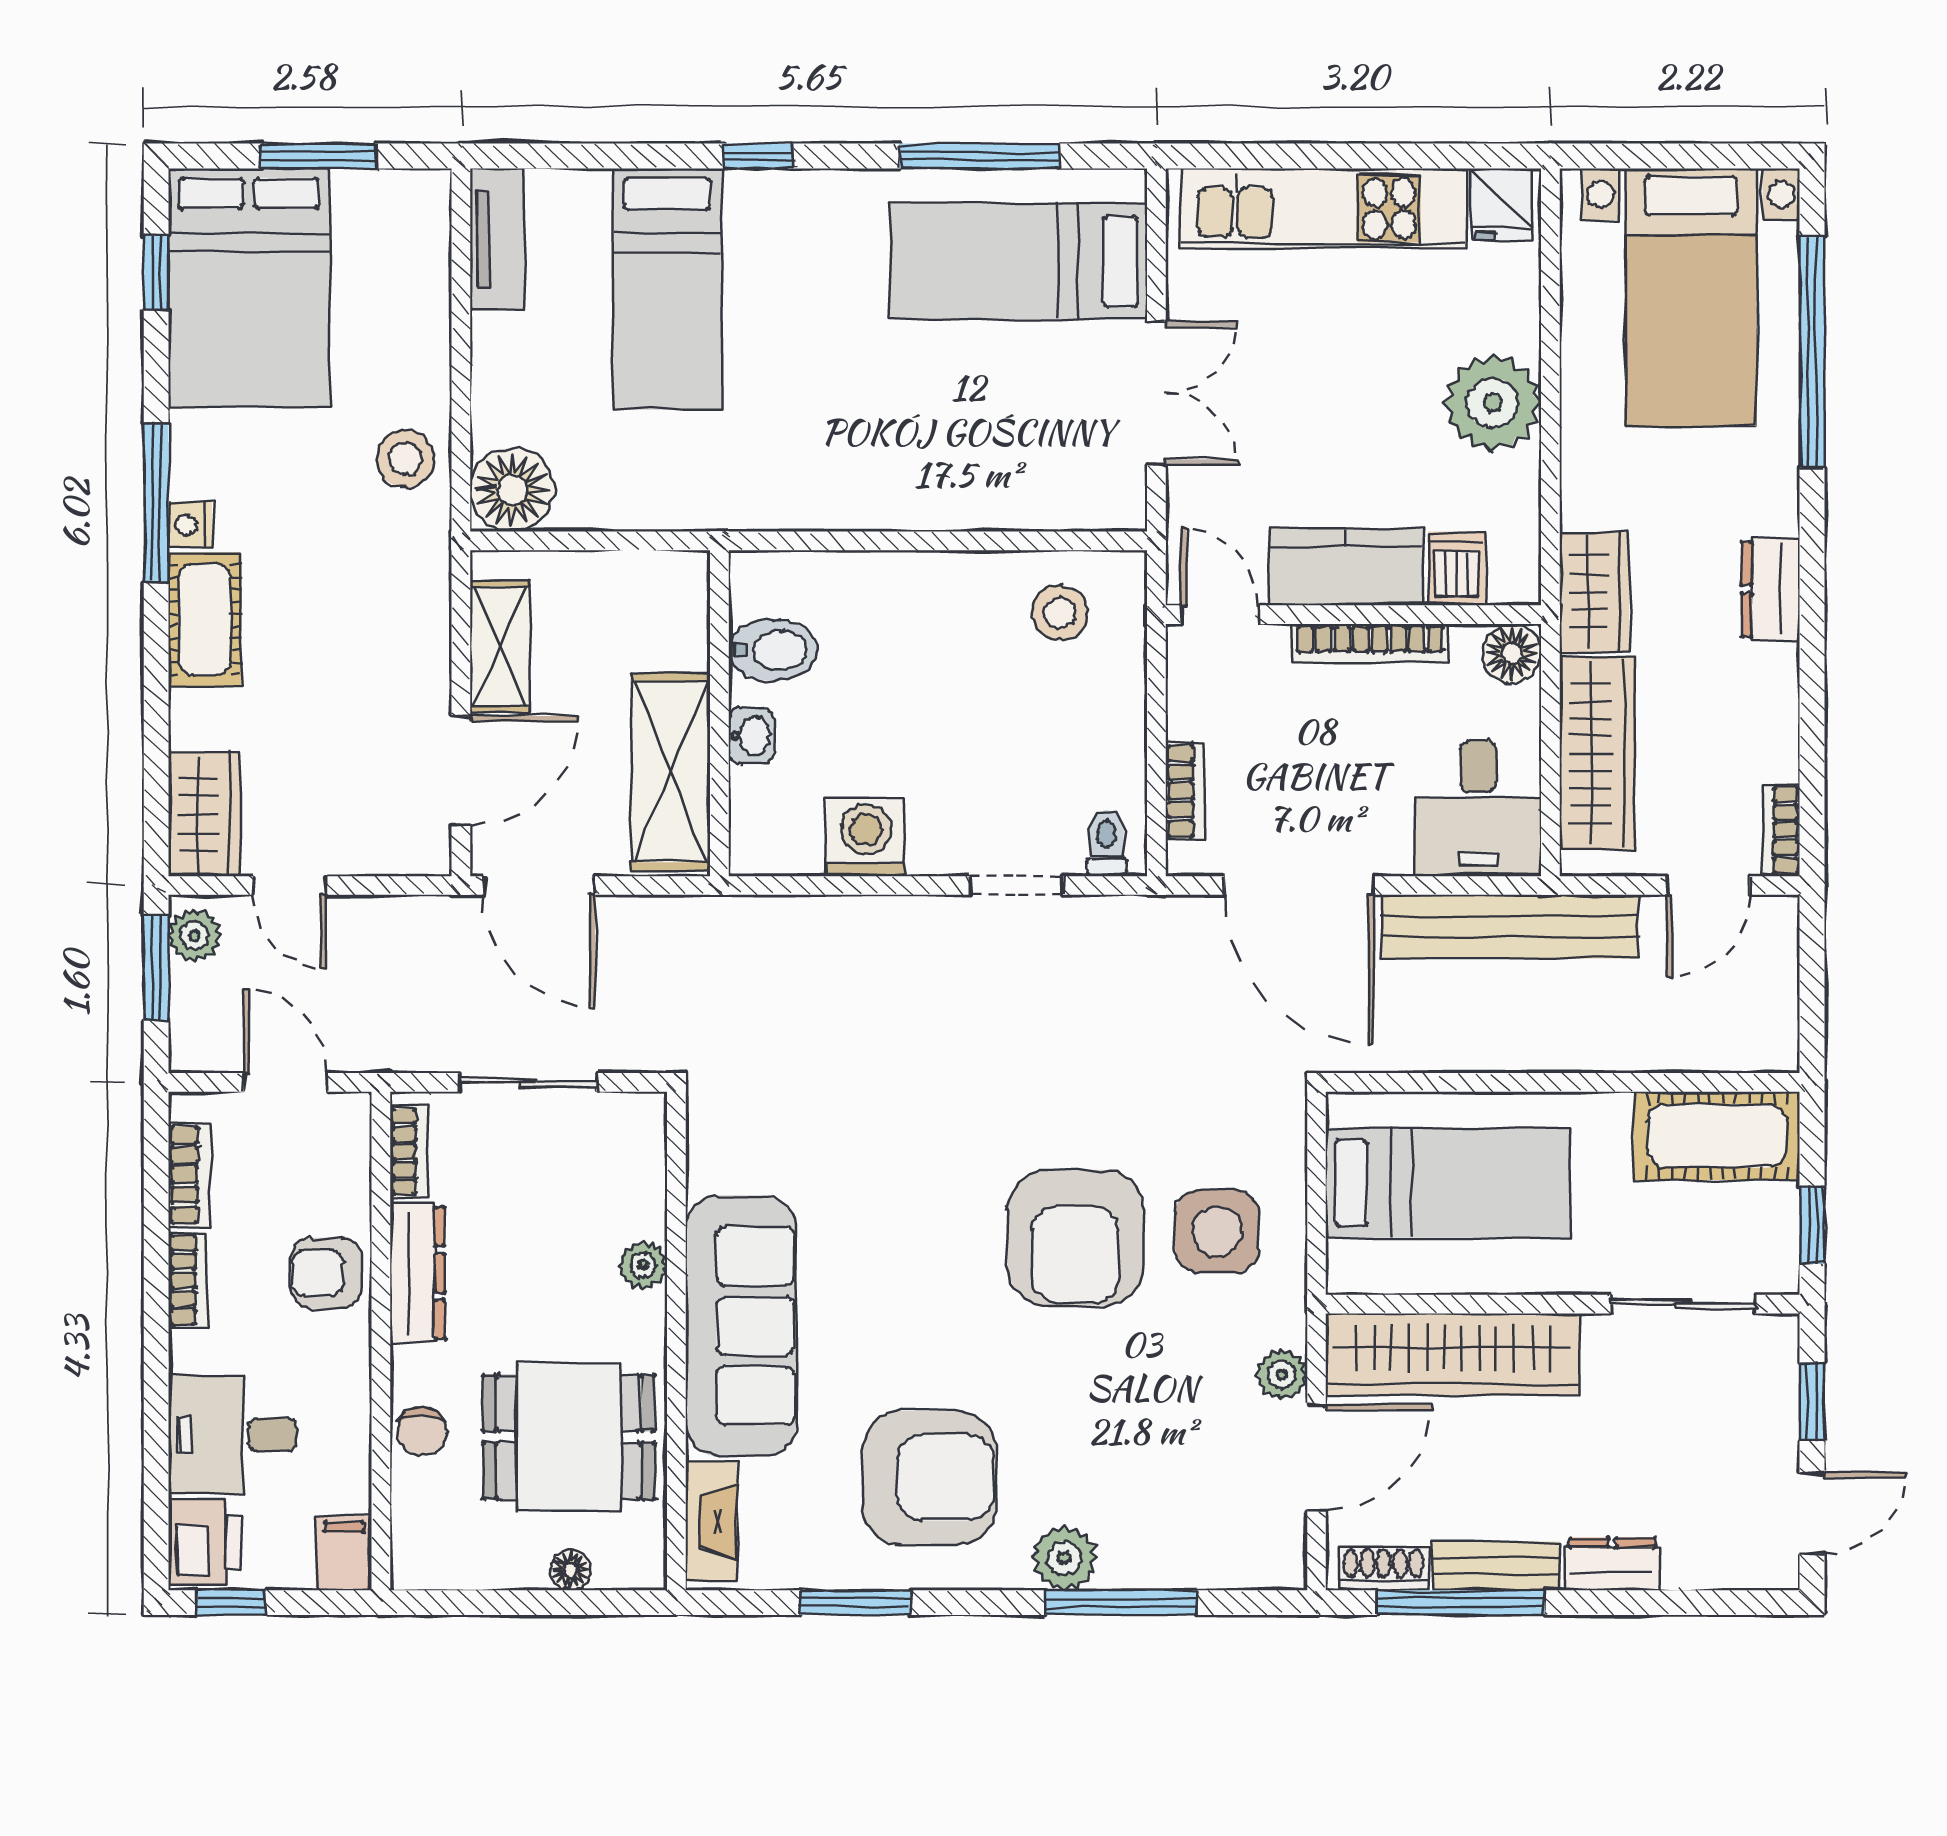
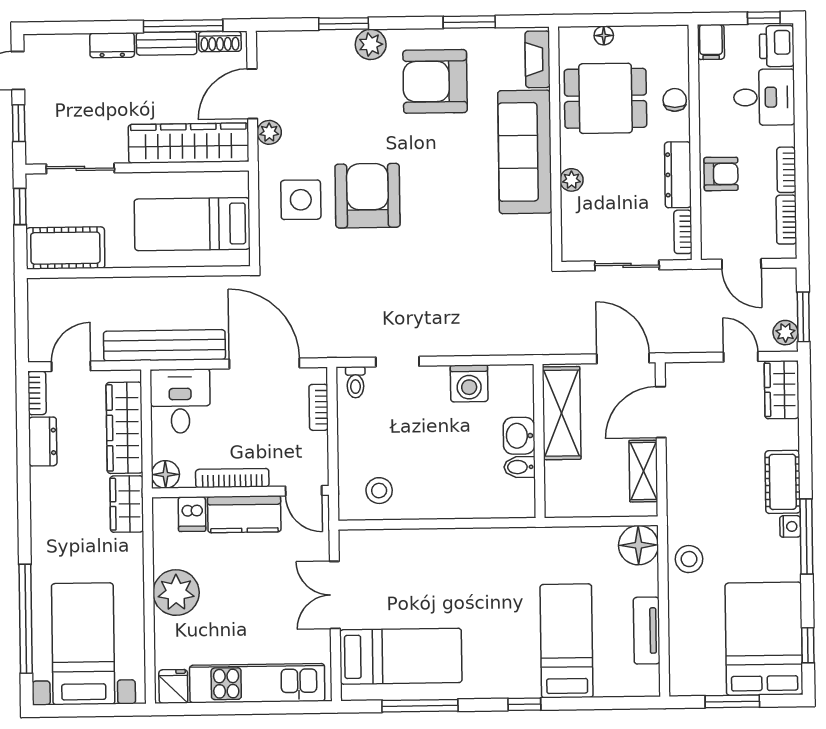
tv unit: (497, 239) -> (647, 631), moved
dresser: (1771, 589) -> (43, 442), moved
bidet: (773, 650) -> (520, 467), width x0.72, depth x0.74
washbasin: (751, 736) -> (519, 436), width x1.38, depth x1.45
window: (1121, 1603) -> (344, 24), width x0.69

